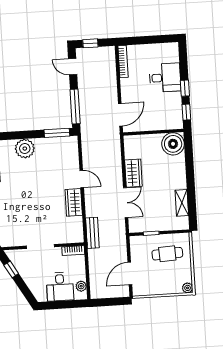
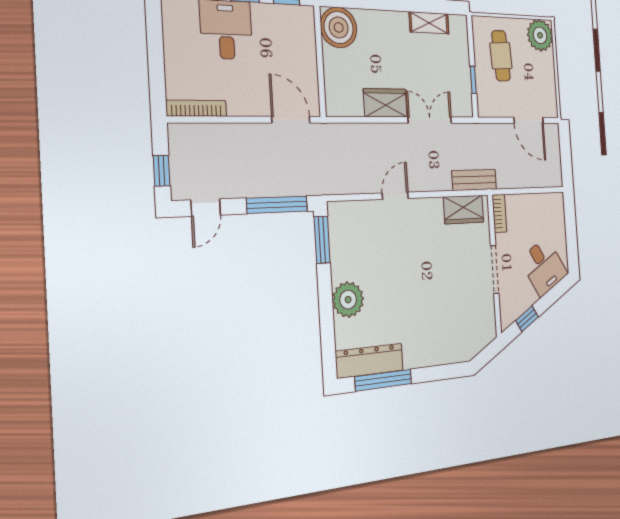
wardrobe: (74, 202) -> (464, 210), moved
plant: (81, 286) -> (547, 202), removed
desk: (60, 287) -> (544, 267), moved, turned 60
plant: (188, 288) -> (540, 35), width x1.88, depth x1.88

